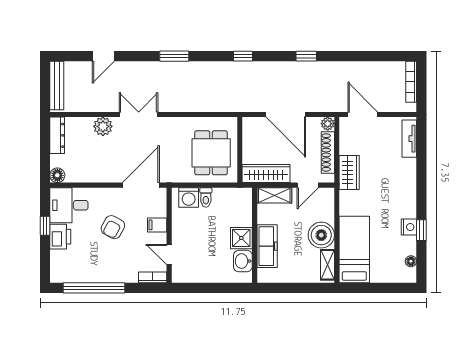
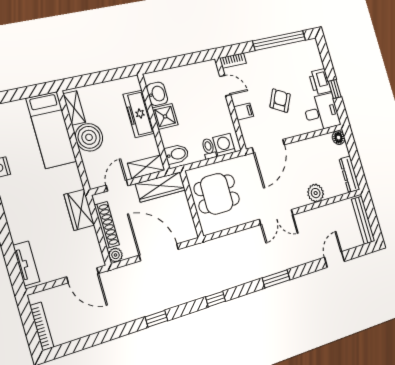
double door: (139, 114) -> (276, 217), moved
dining table: (211, 153) -> (217, 194), turned 90
bidet: (240, 200) -> (177, 154), added

